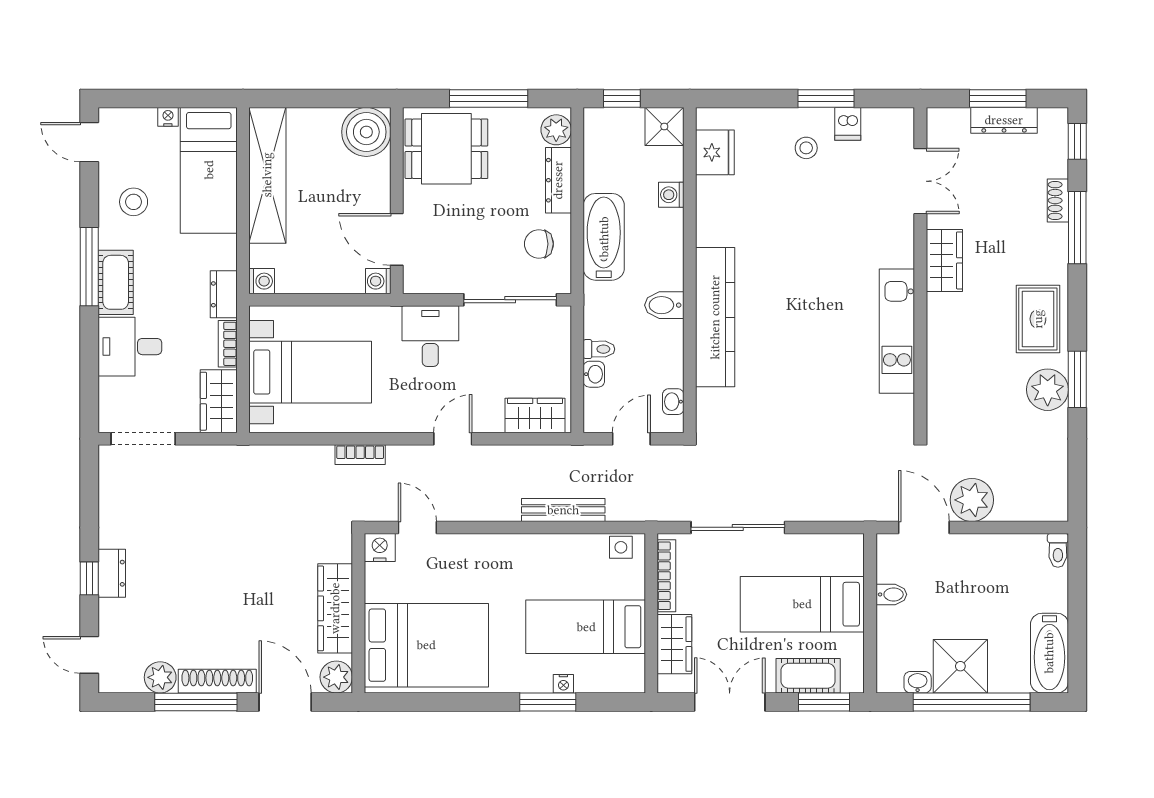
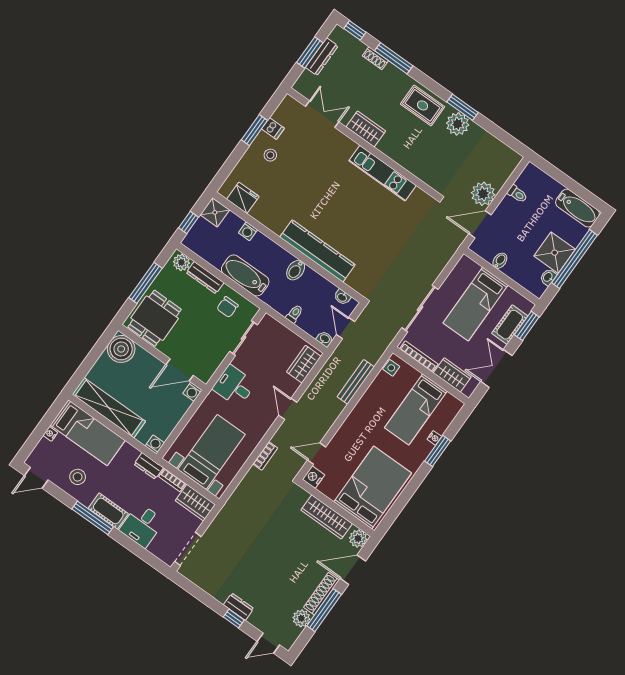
sliding door: (510, 300) -> (243, 338), width x0.73
washbasin: (594, 374) -> (325, 339), moved
toilet: (1058, 550) -> (517, 194), moved

